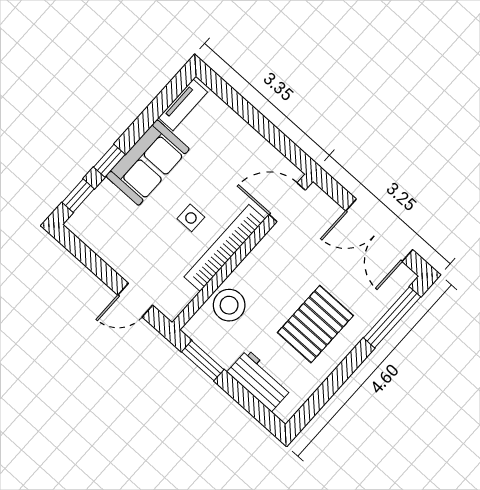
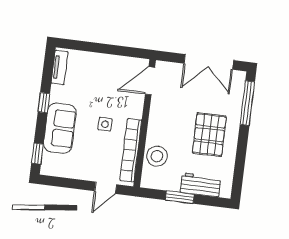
window: (109, 161) -> (44, 103), moved
sofa: (148, 163) -> (60, 128), moved
bookcase: (225, 248) -> (131, 150), moved
window: (203, 361) -> (180, 197), moved

